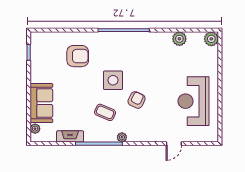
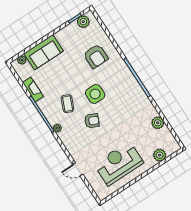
plant: (211, 39) -> (160, 155), moved
plant: (37, 46) -> (83, 22), added

